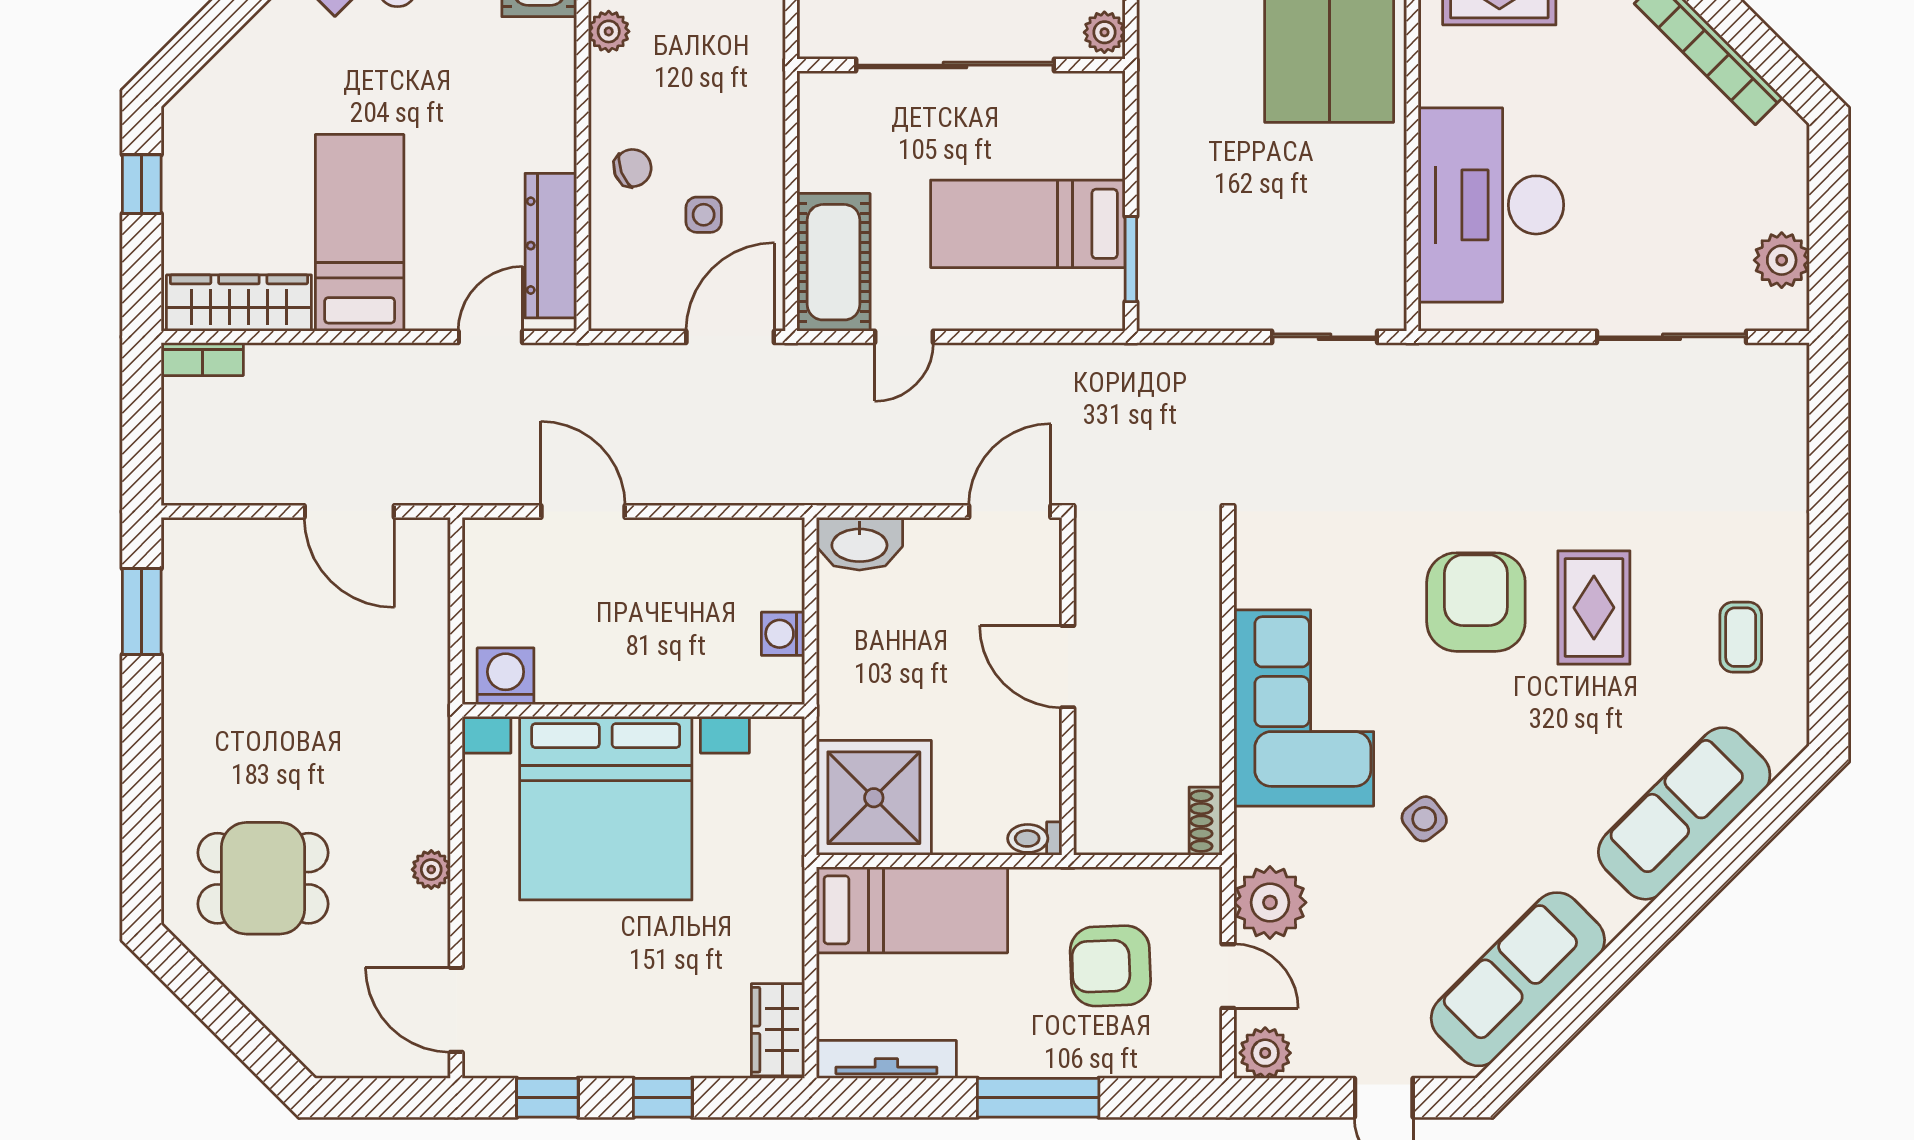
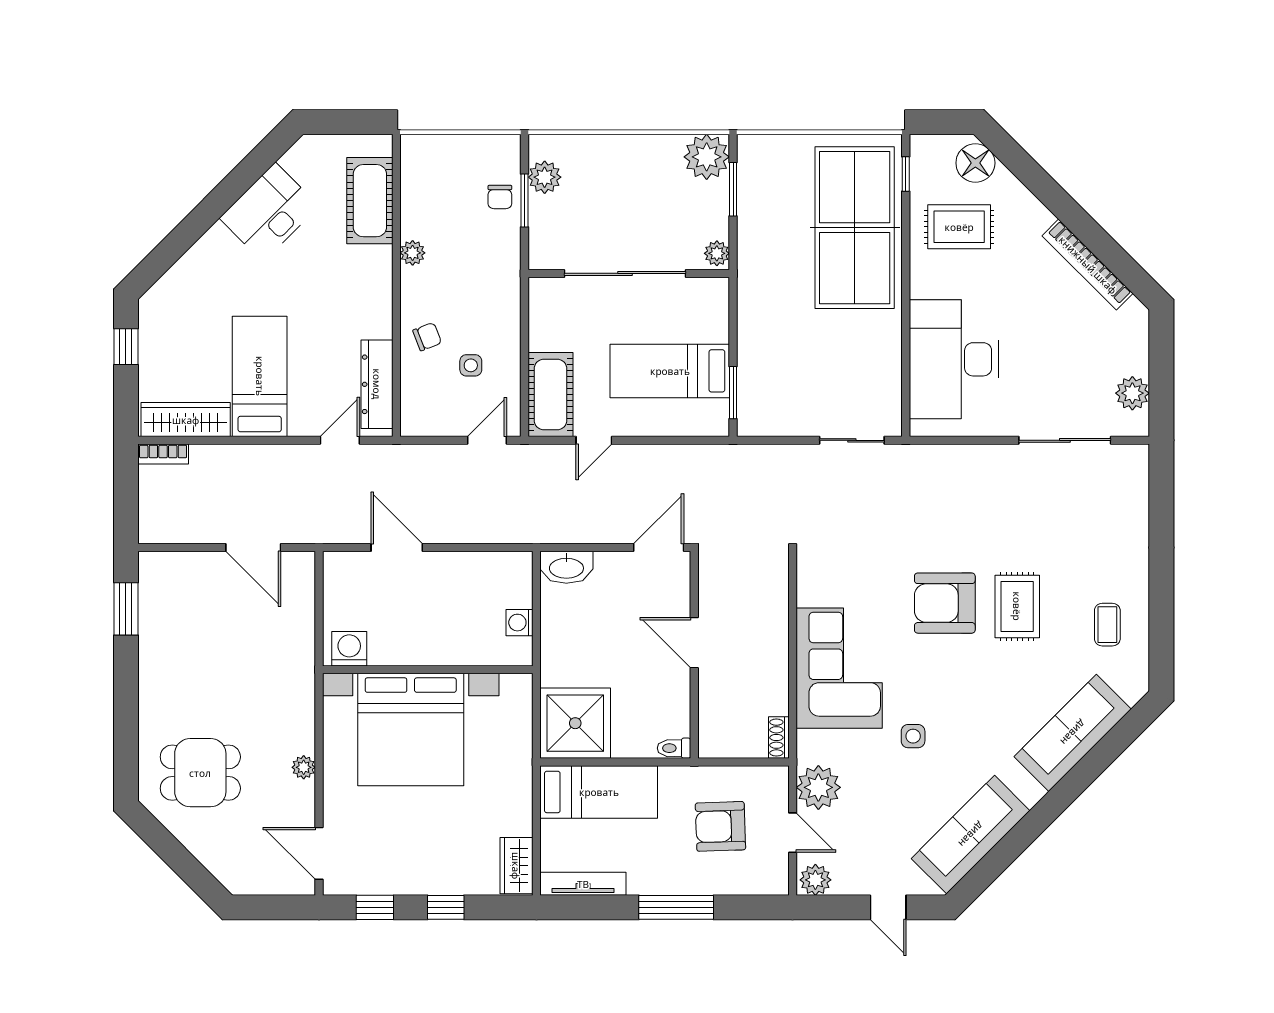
door: (730, 337) -> (487, 440), width x0.73
armchair: (1476, 602) -> (945, 603), turned -90
side table: (1424, 819) -> (913, 736), turned 38

